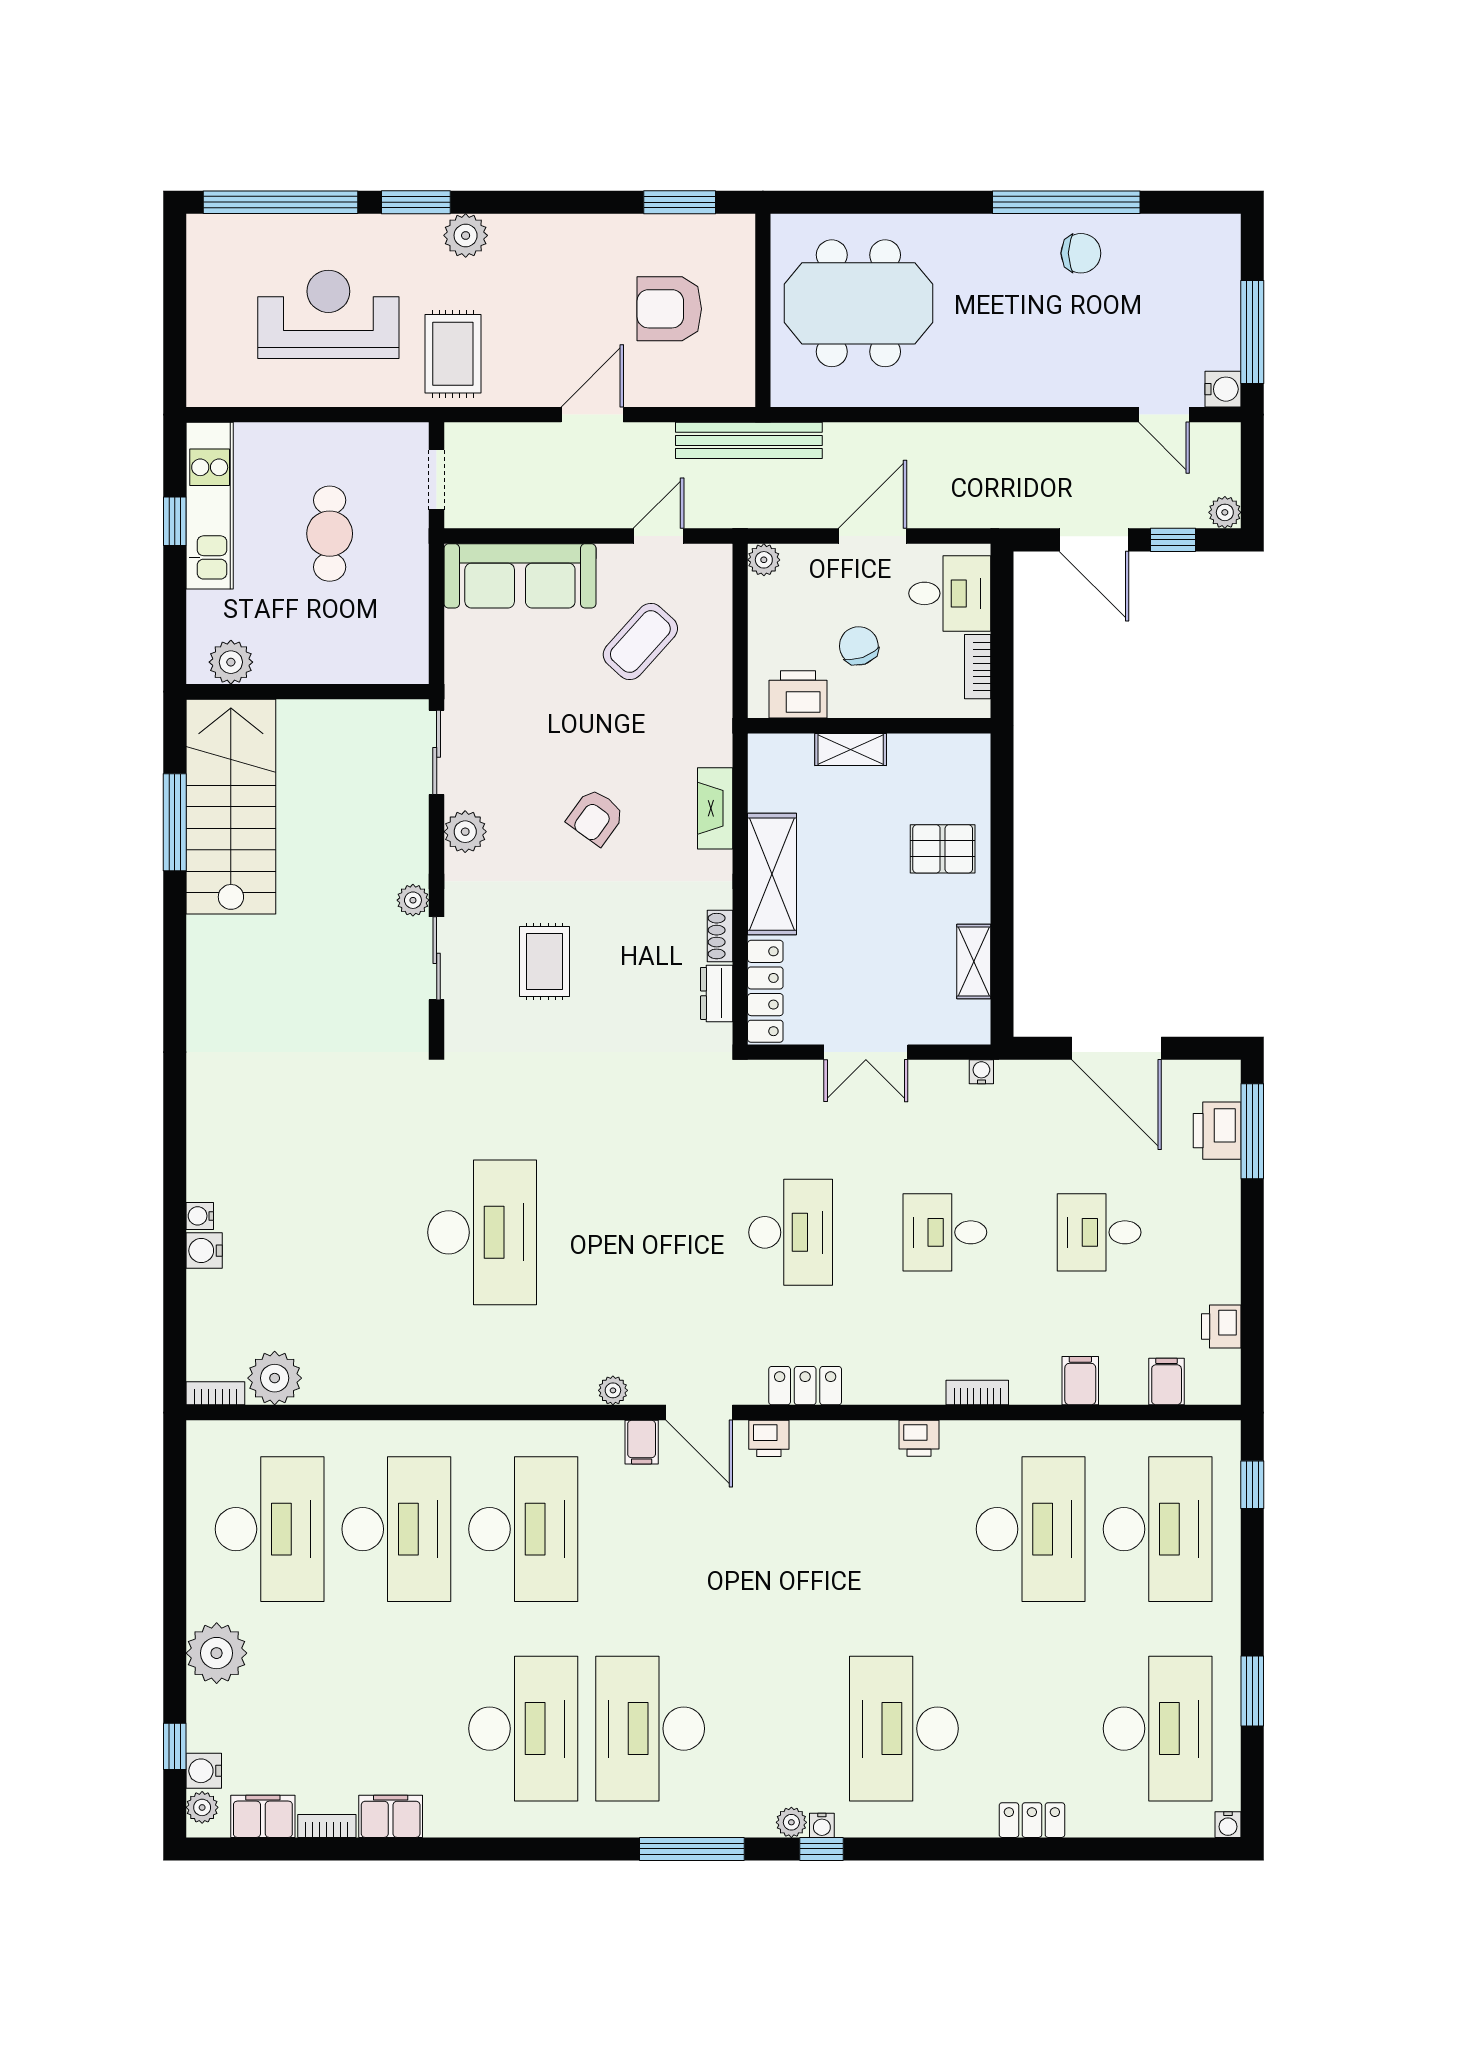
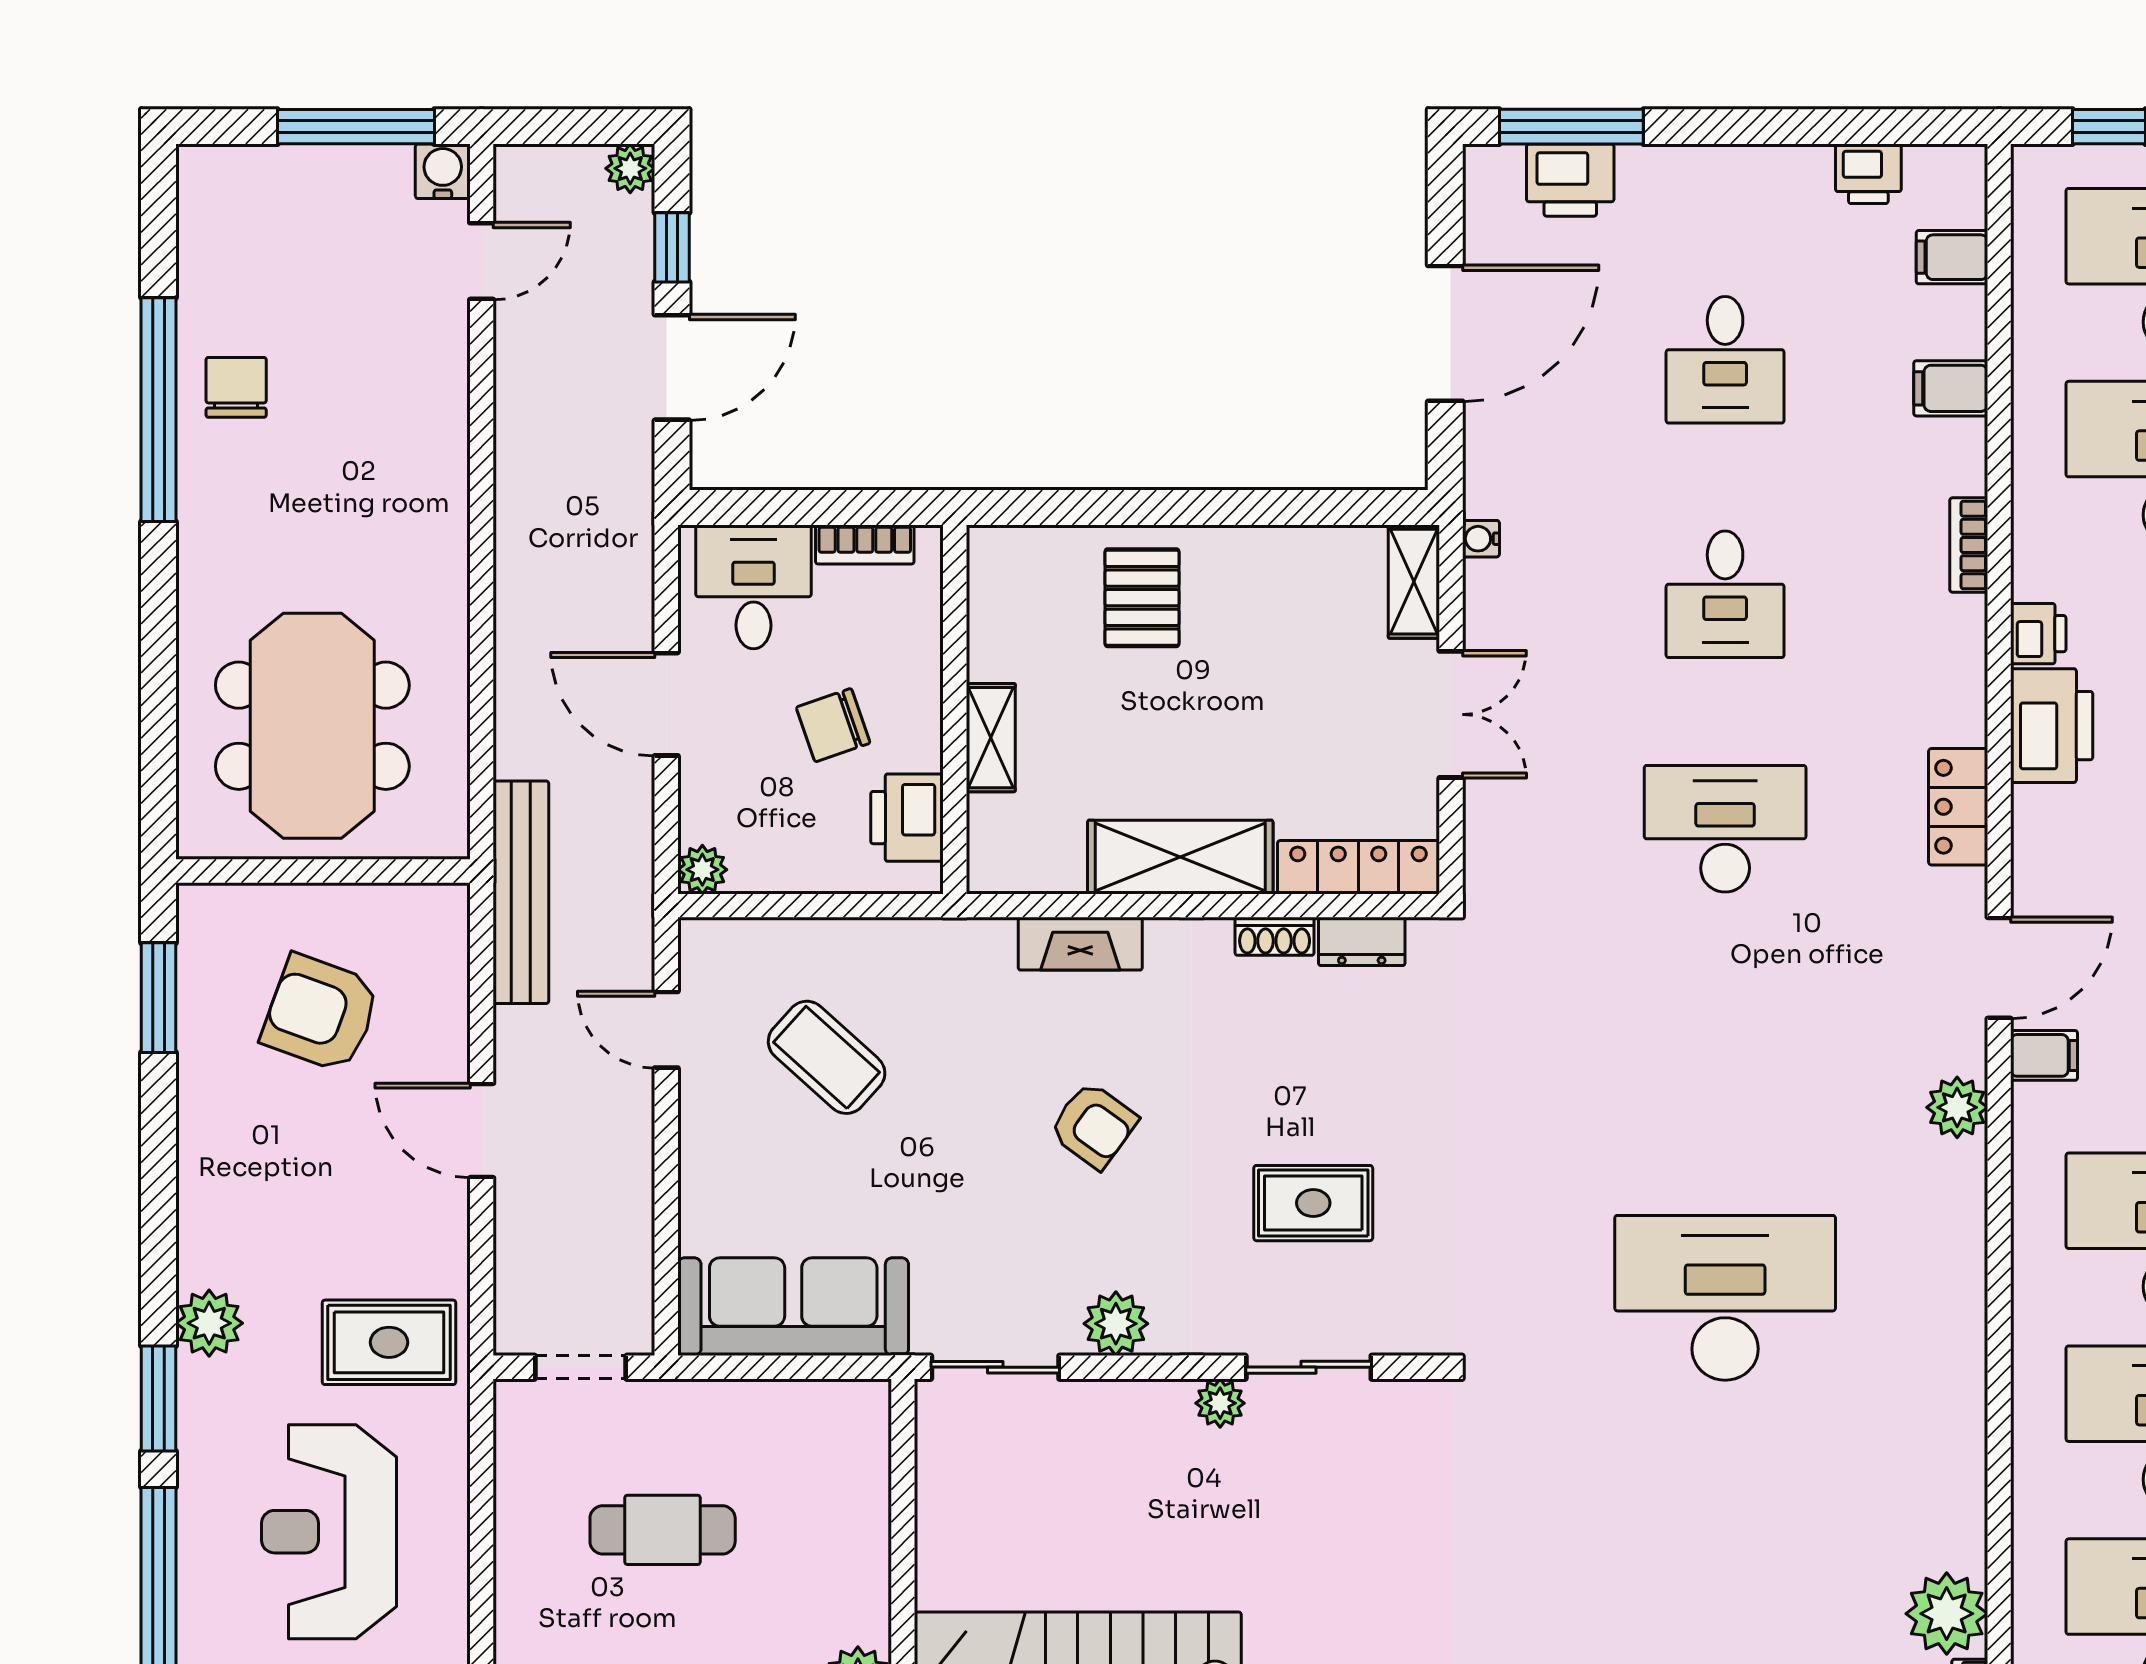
armchair: (669, 309) -> (321, 1013), turned 110
sofa: (520, 576) -> (793, 1307), moved, turned -90
shelving: (974, 962) -> (1414, 582), moved, turned 90
plant: (613, 1390) -> (1957, 1107), width x1.38, depth x1.38
printer: (769, 1438) -> (2052, 726), moved, width x1.87, depth x1.48

